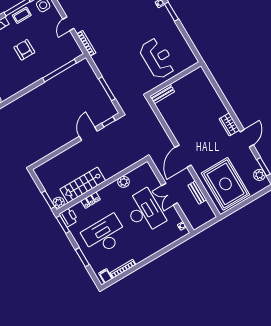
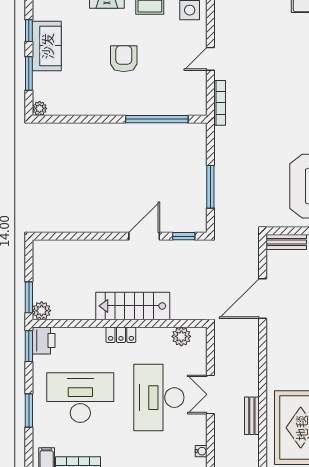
door: (183, 156) -> (263, 299), moved
plant: (124, 182) -> (181, 336), moved
stairs: (83, 185) -> (133, 306), moved
locker: (91, 200) -> (121, 335), moved
desk: (144, 211) -> (159, 398), turned 180

